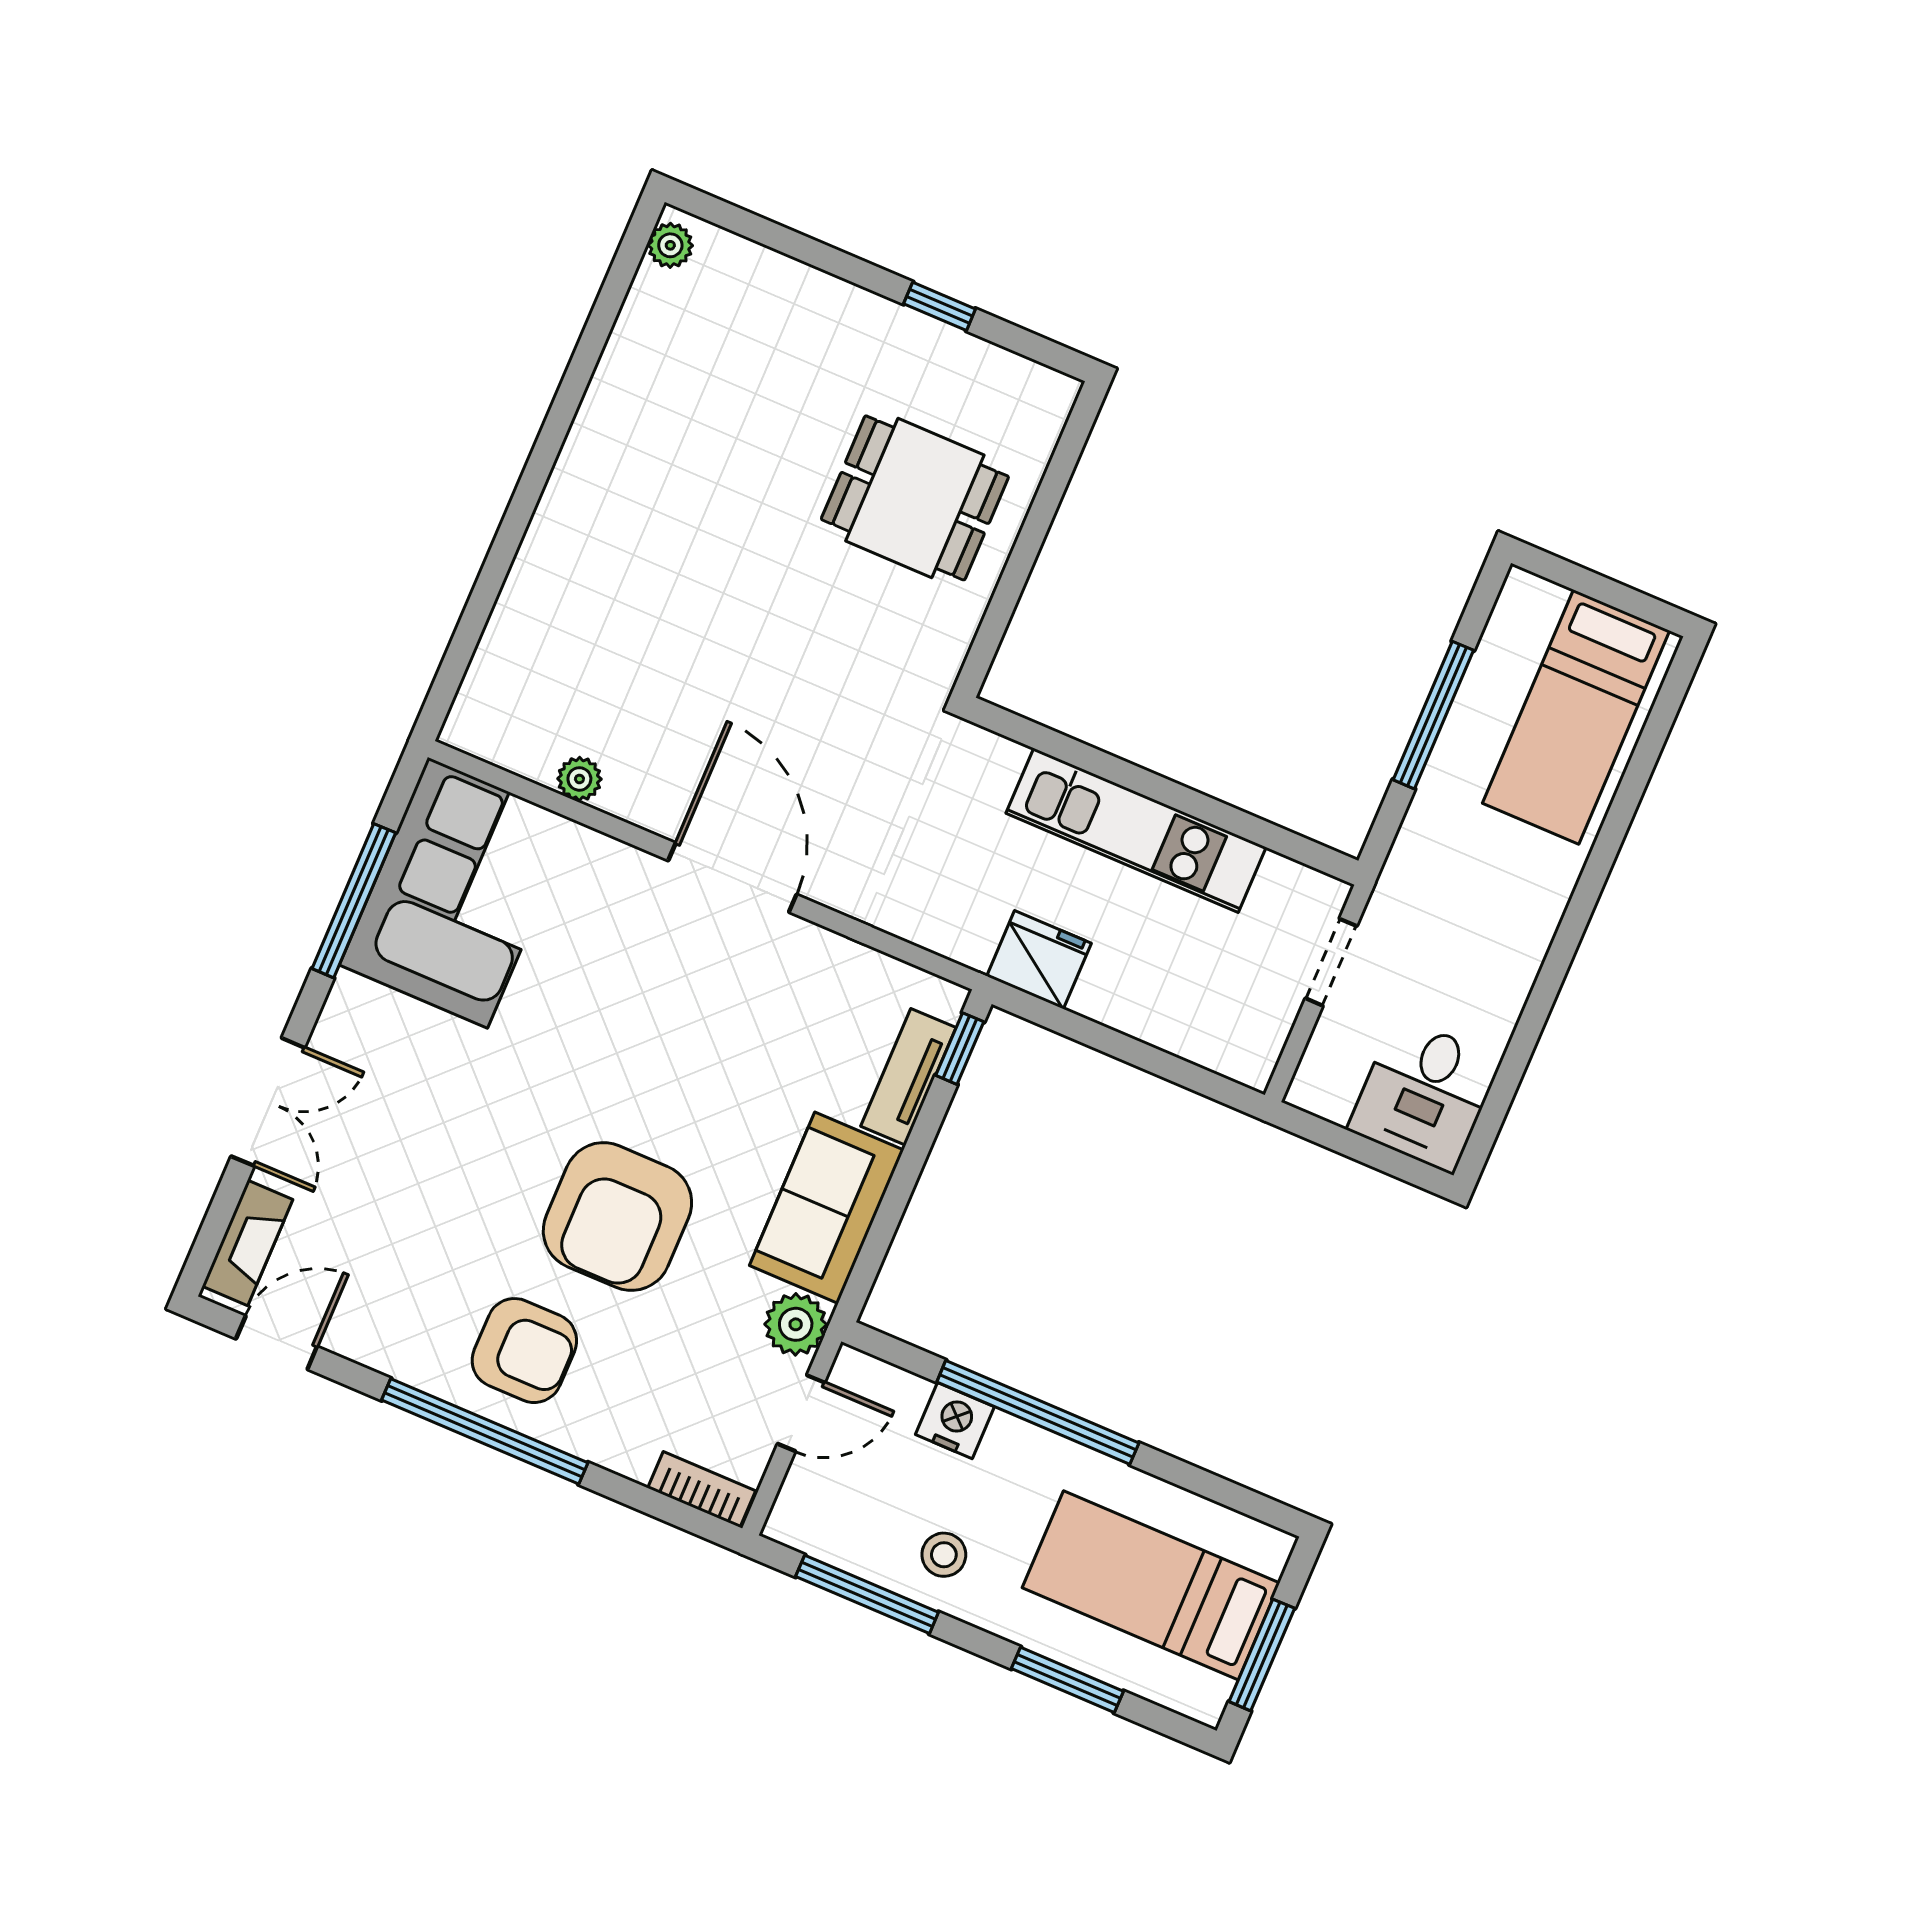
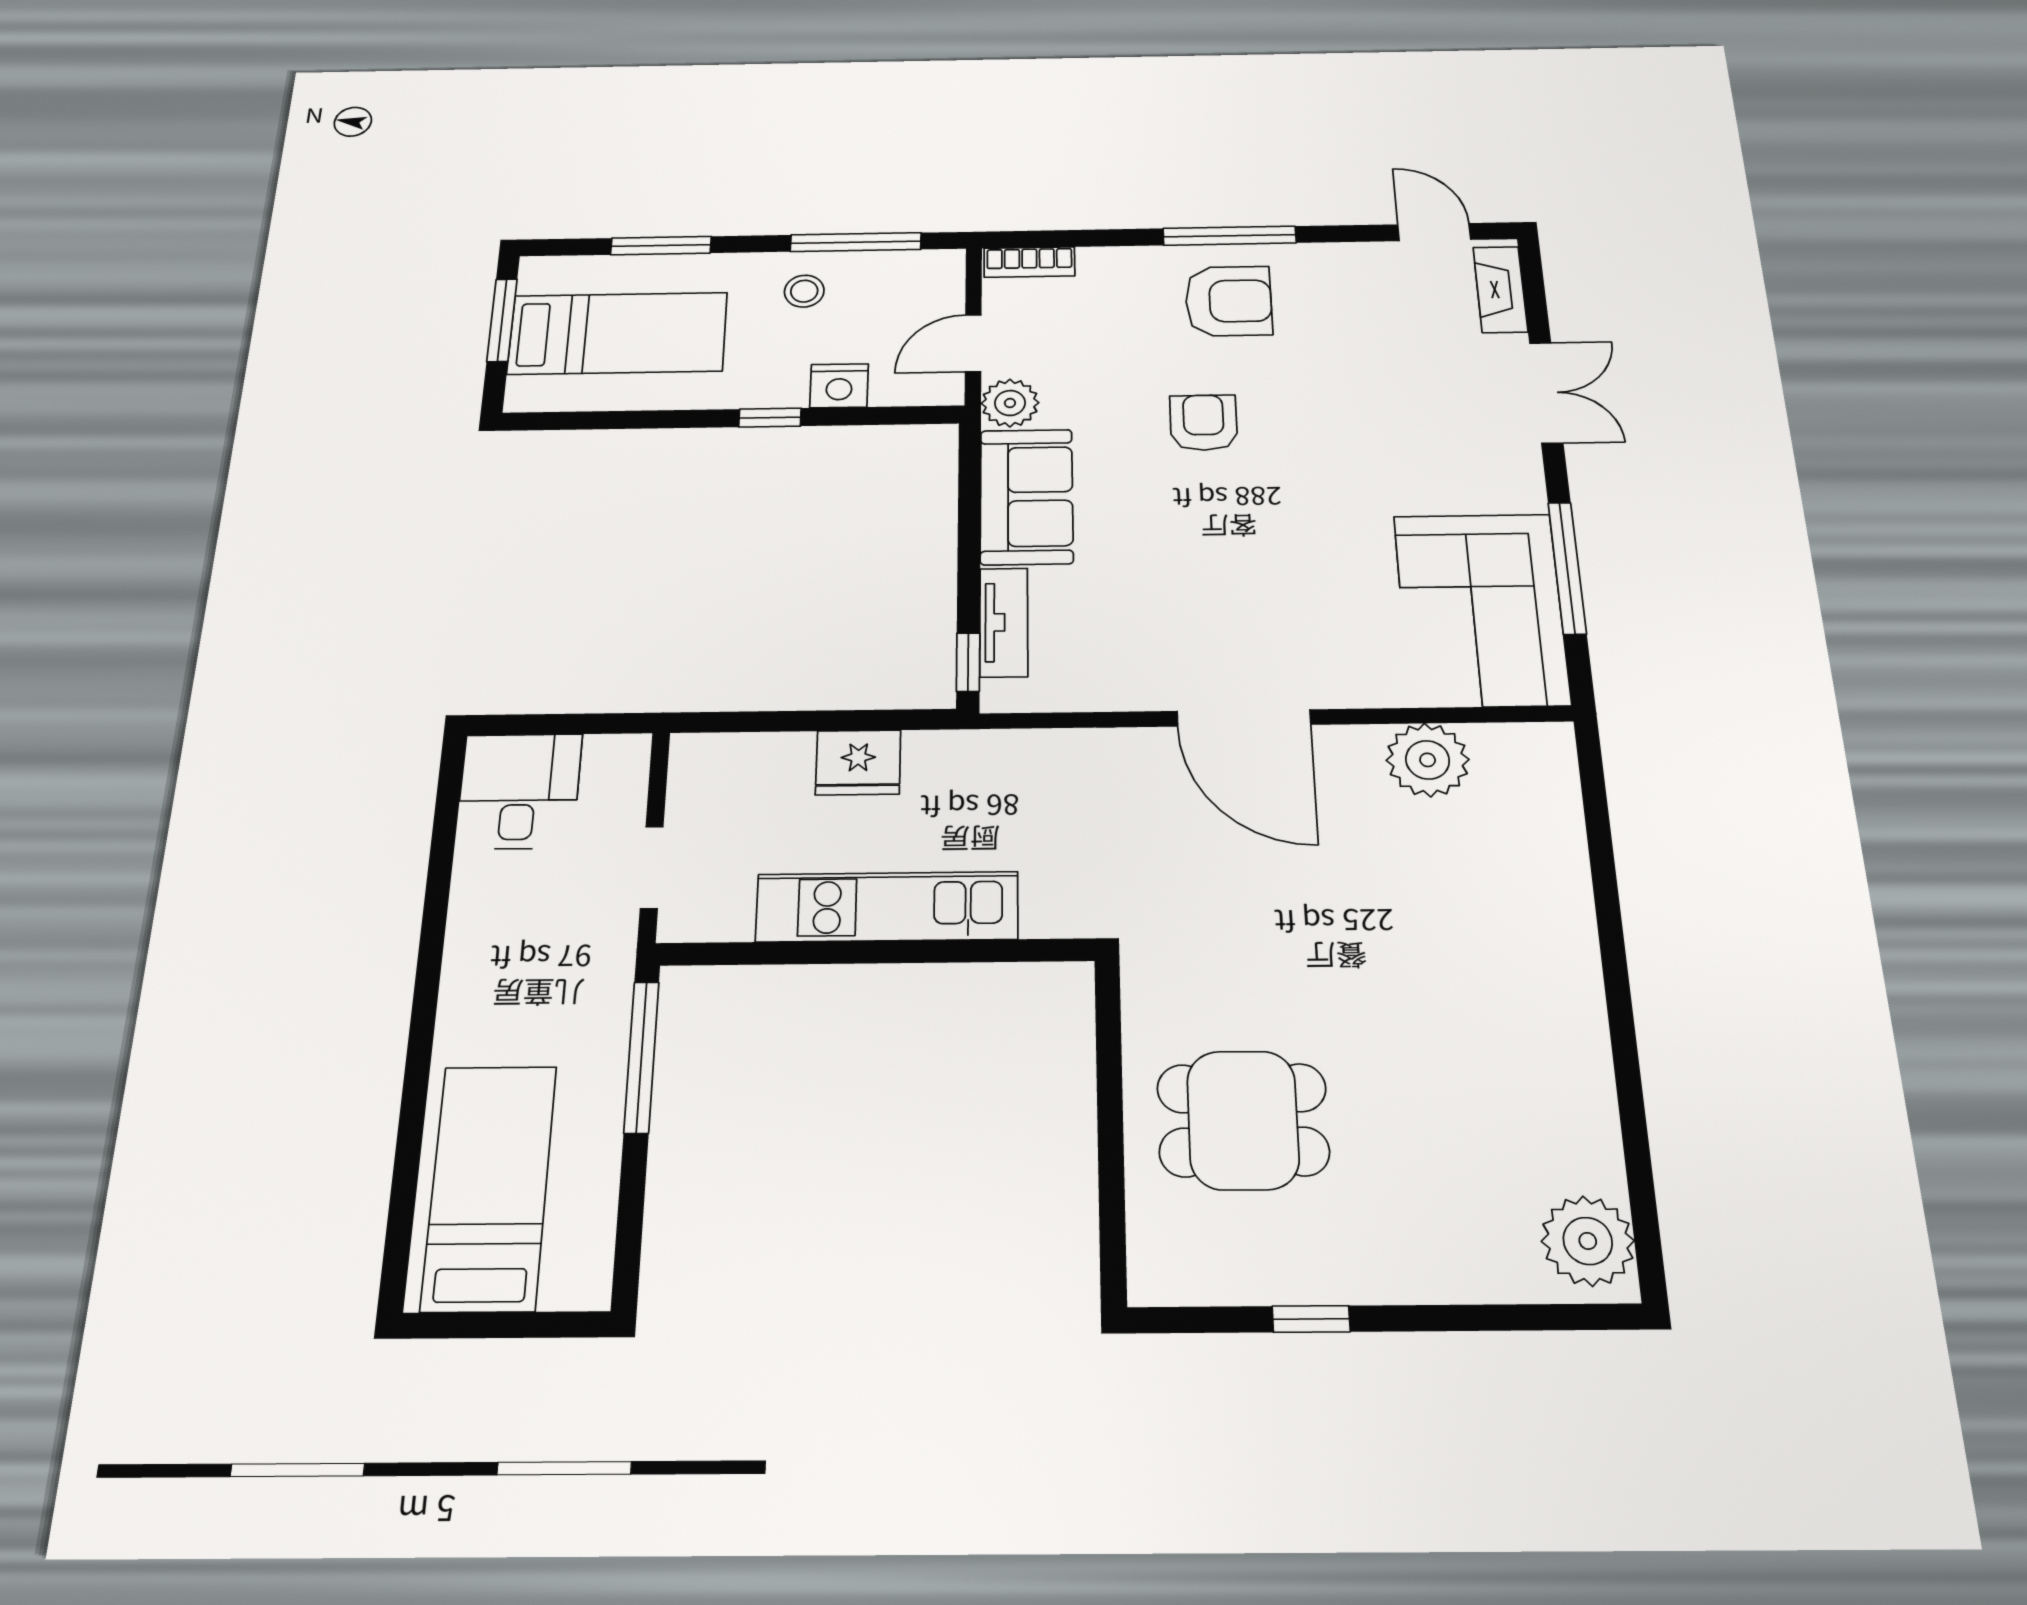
plant: (670, 245) -> (1588, 1241), width x1.88, depth x1.88
window: (1433, 715) -> (641, 1057), moved
plant: (579, 779) -> (1428, 760), width x1.88, depth x1.88
fridge: (1039, 960) -> (858, 762), moved
double door: (268, 1102) -> (1546, 393), swing flipped
armchair: (617, 1217) -> (1204, 423), width x0.53, depth x0.53
door: (277, 1343) -> (1434, 232), swing flipped
armchair: (524, 1351) -> (1229, 301), turned 180
window: (1038, 1412) -> (770, 418), width x0.32
window: (485, 1431) -> (1230, 236), width x0.68

